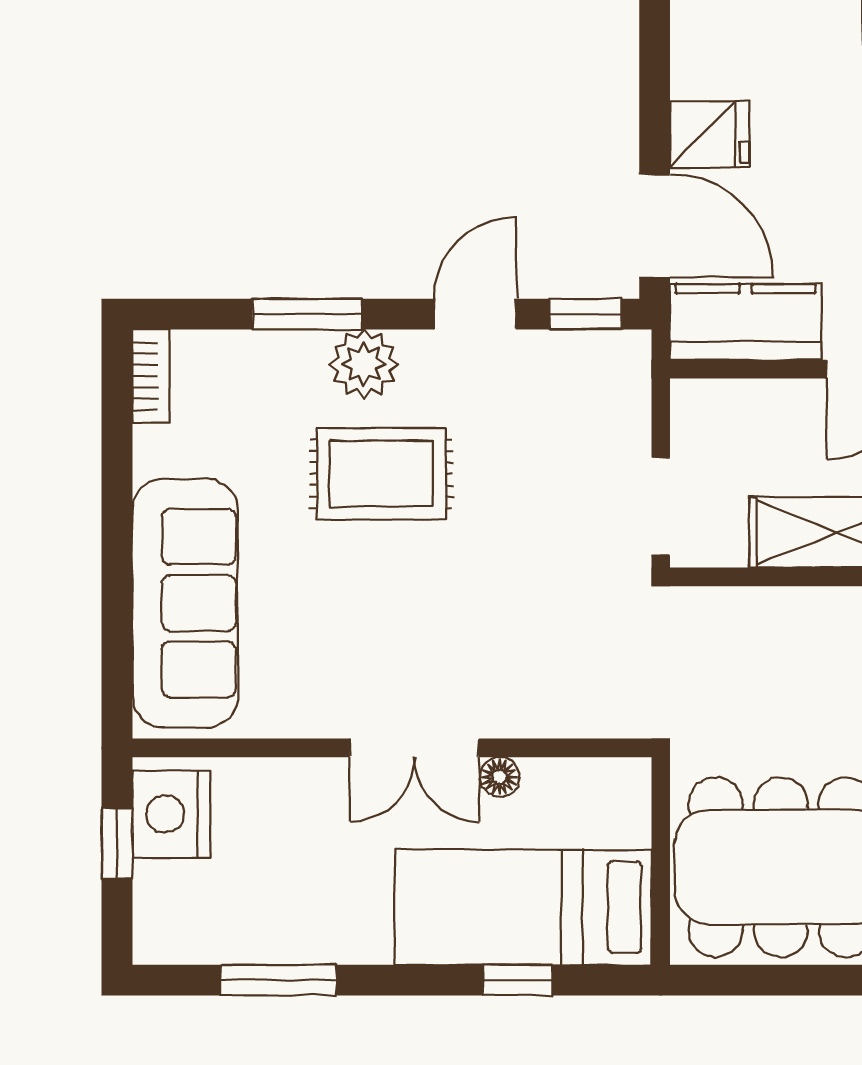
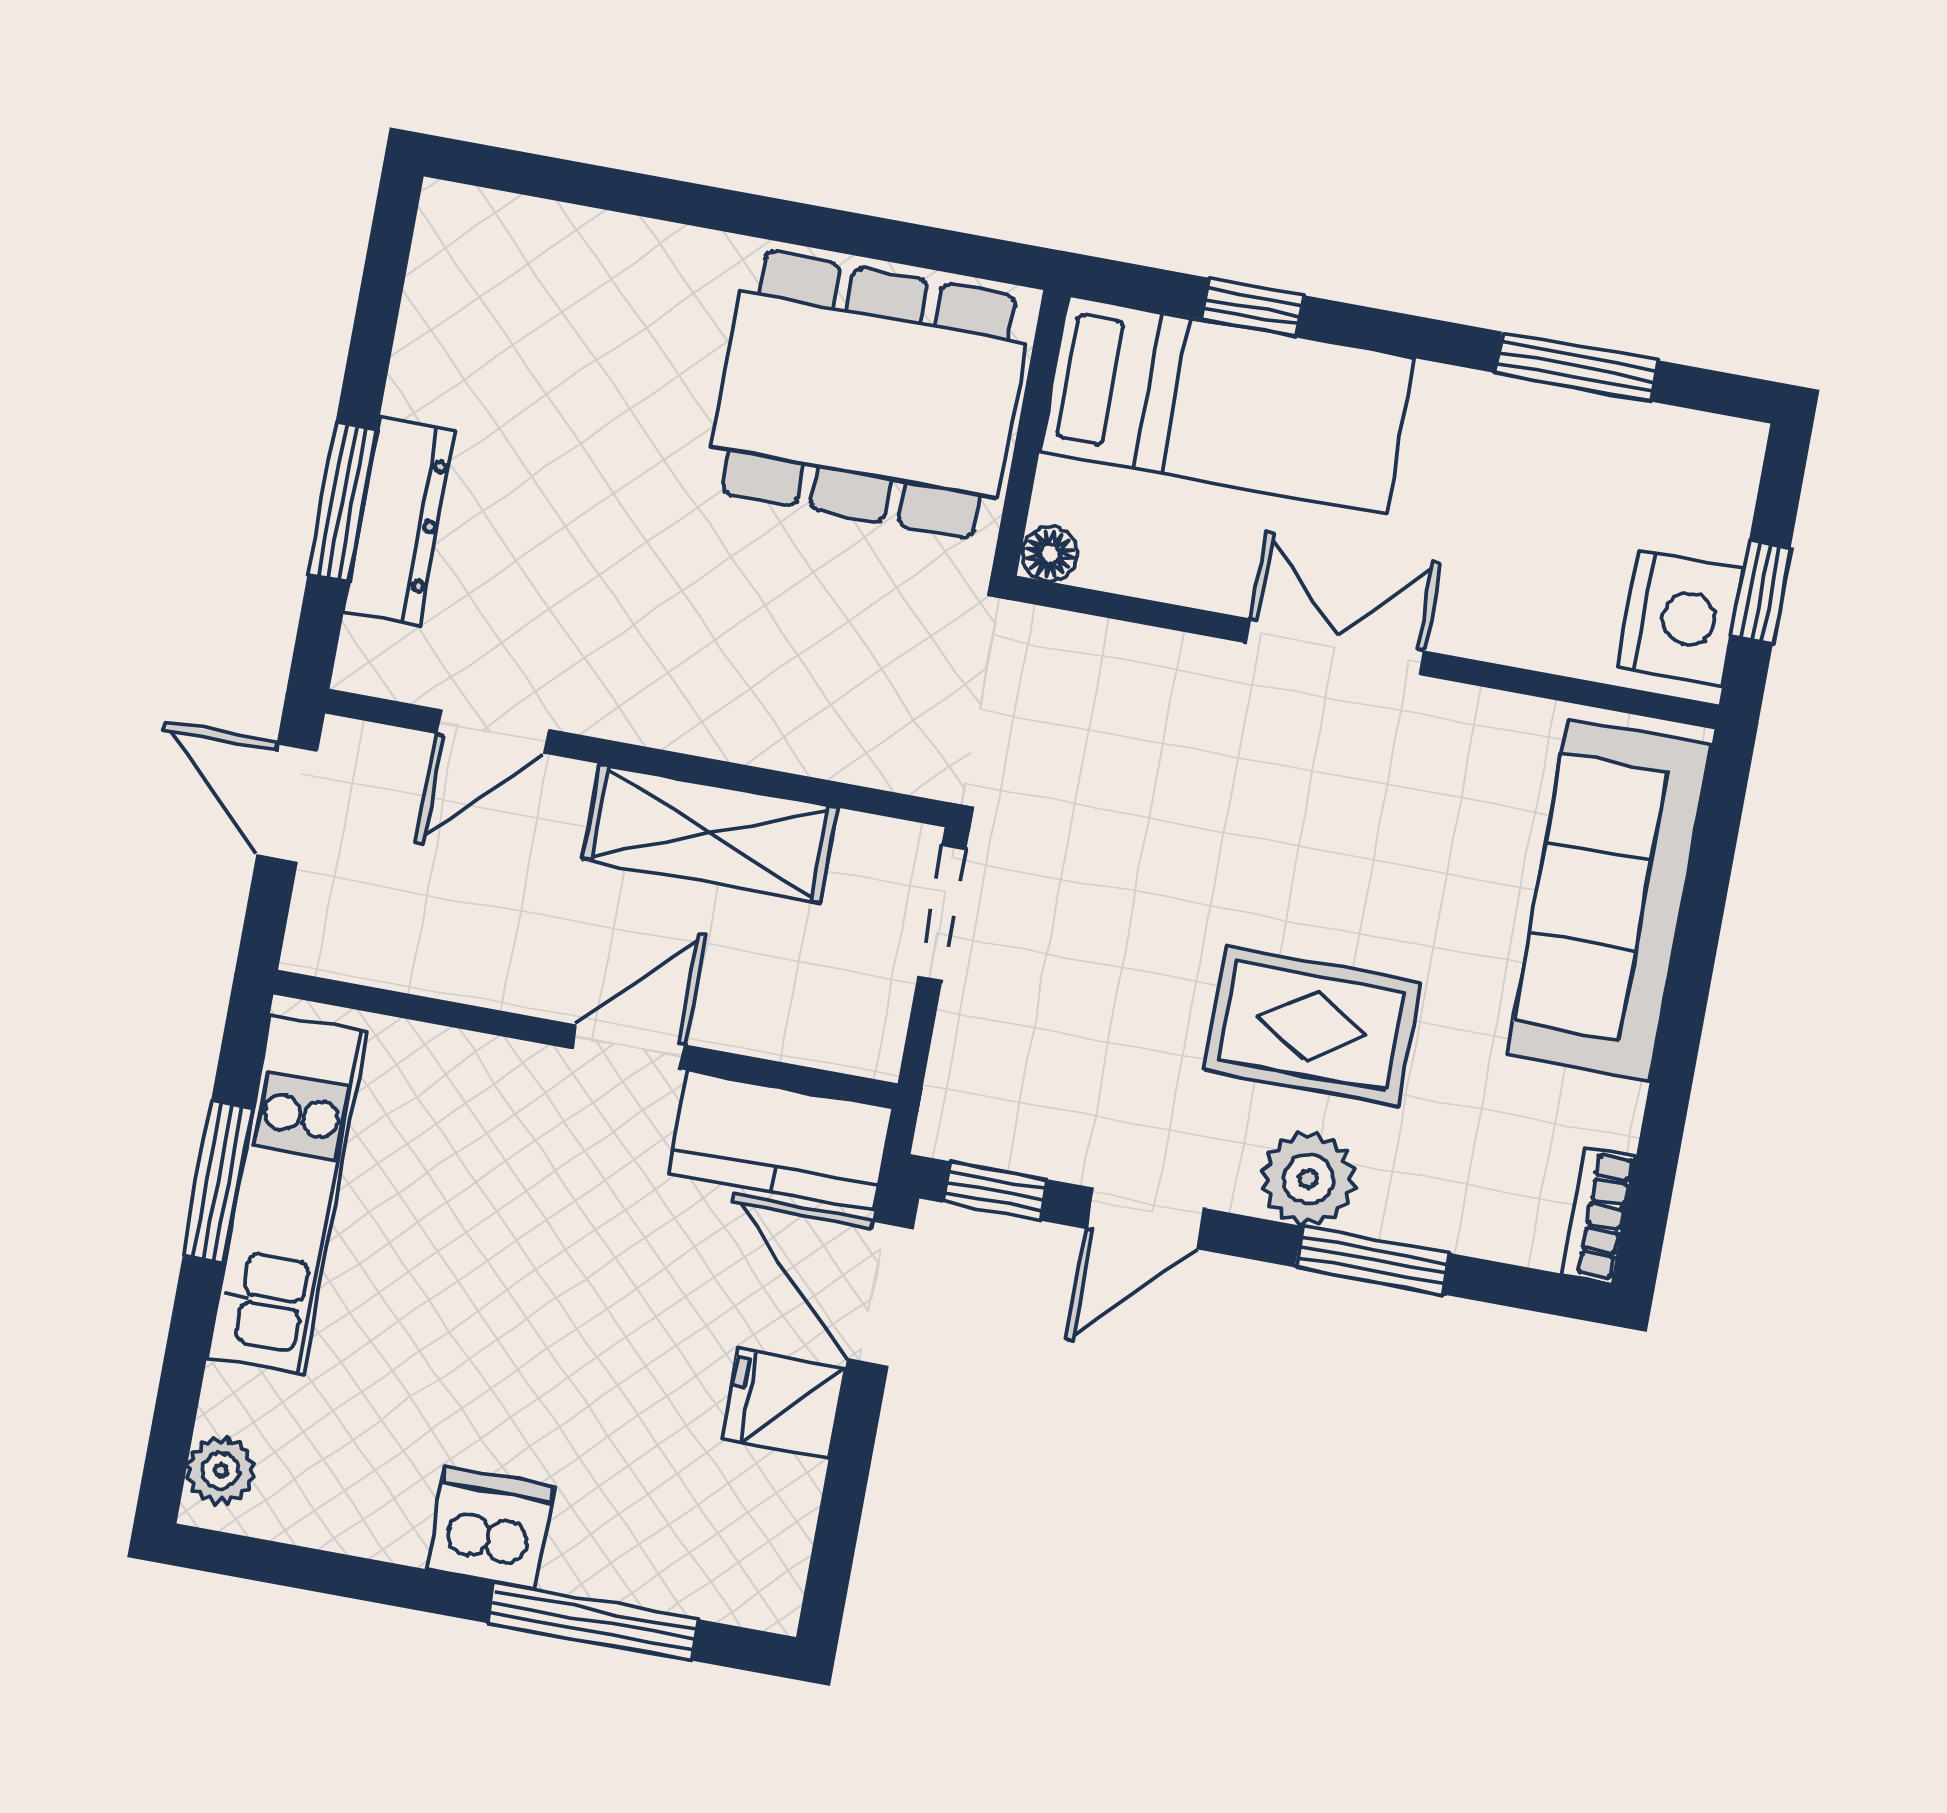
floor lamp: (499, 777) -> (1050, 554), moved

